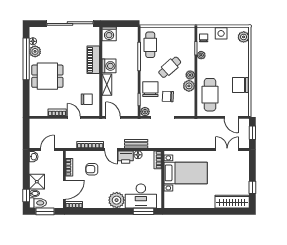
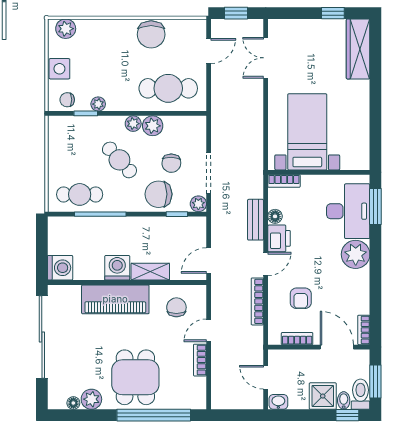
window: (26, 59) -> (154, 415), moved
piano: (93, 60) -> (115, 299), width x1.37, depth x1.33

